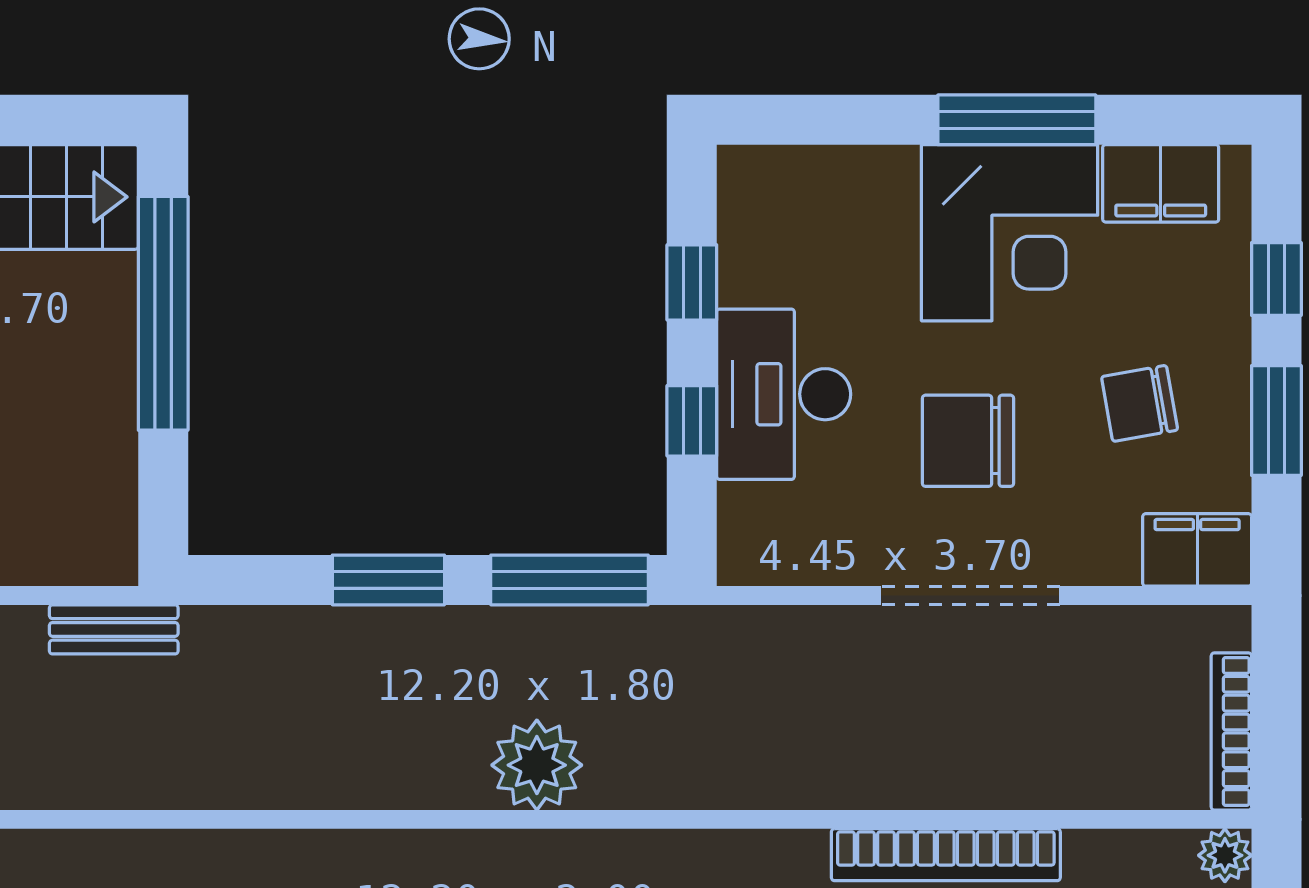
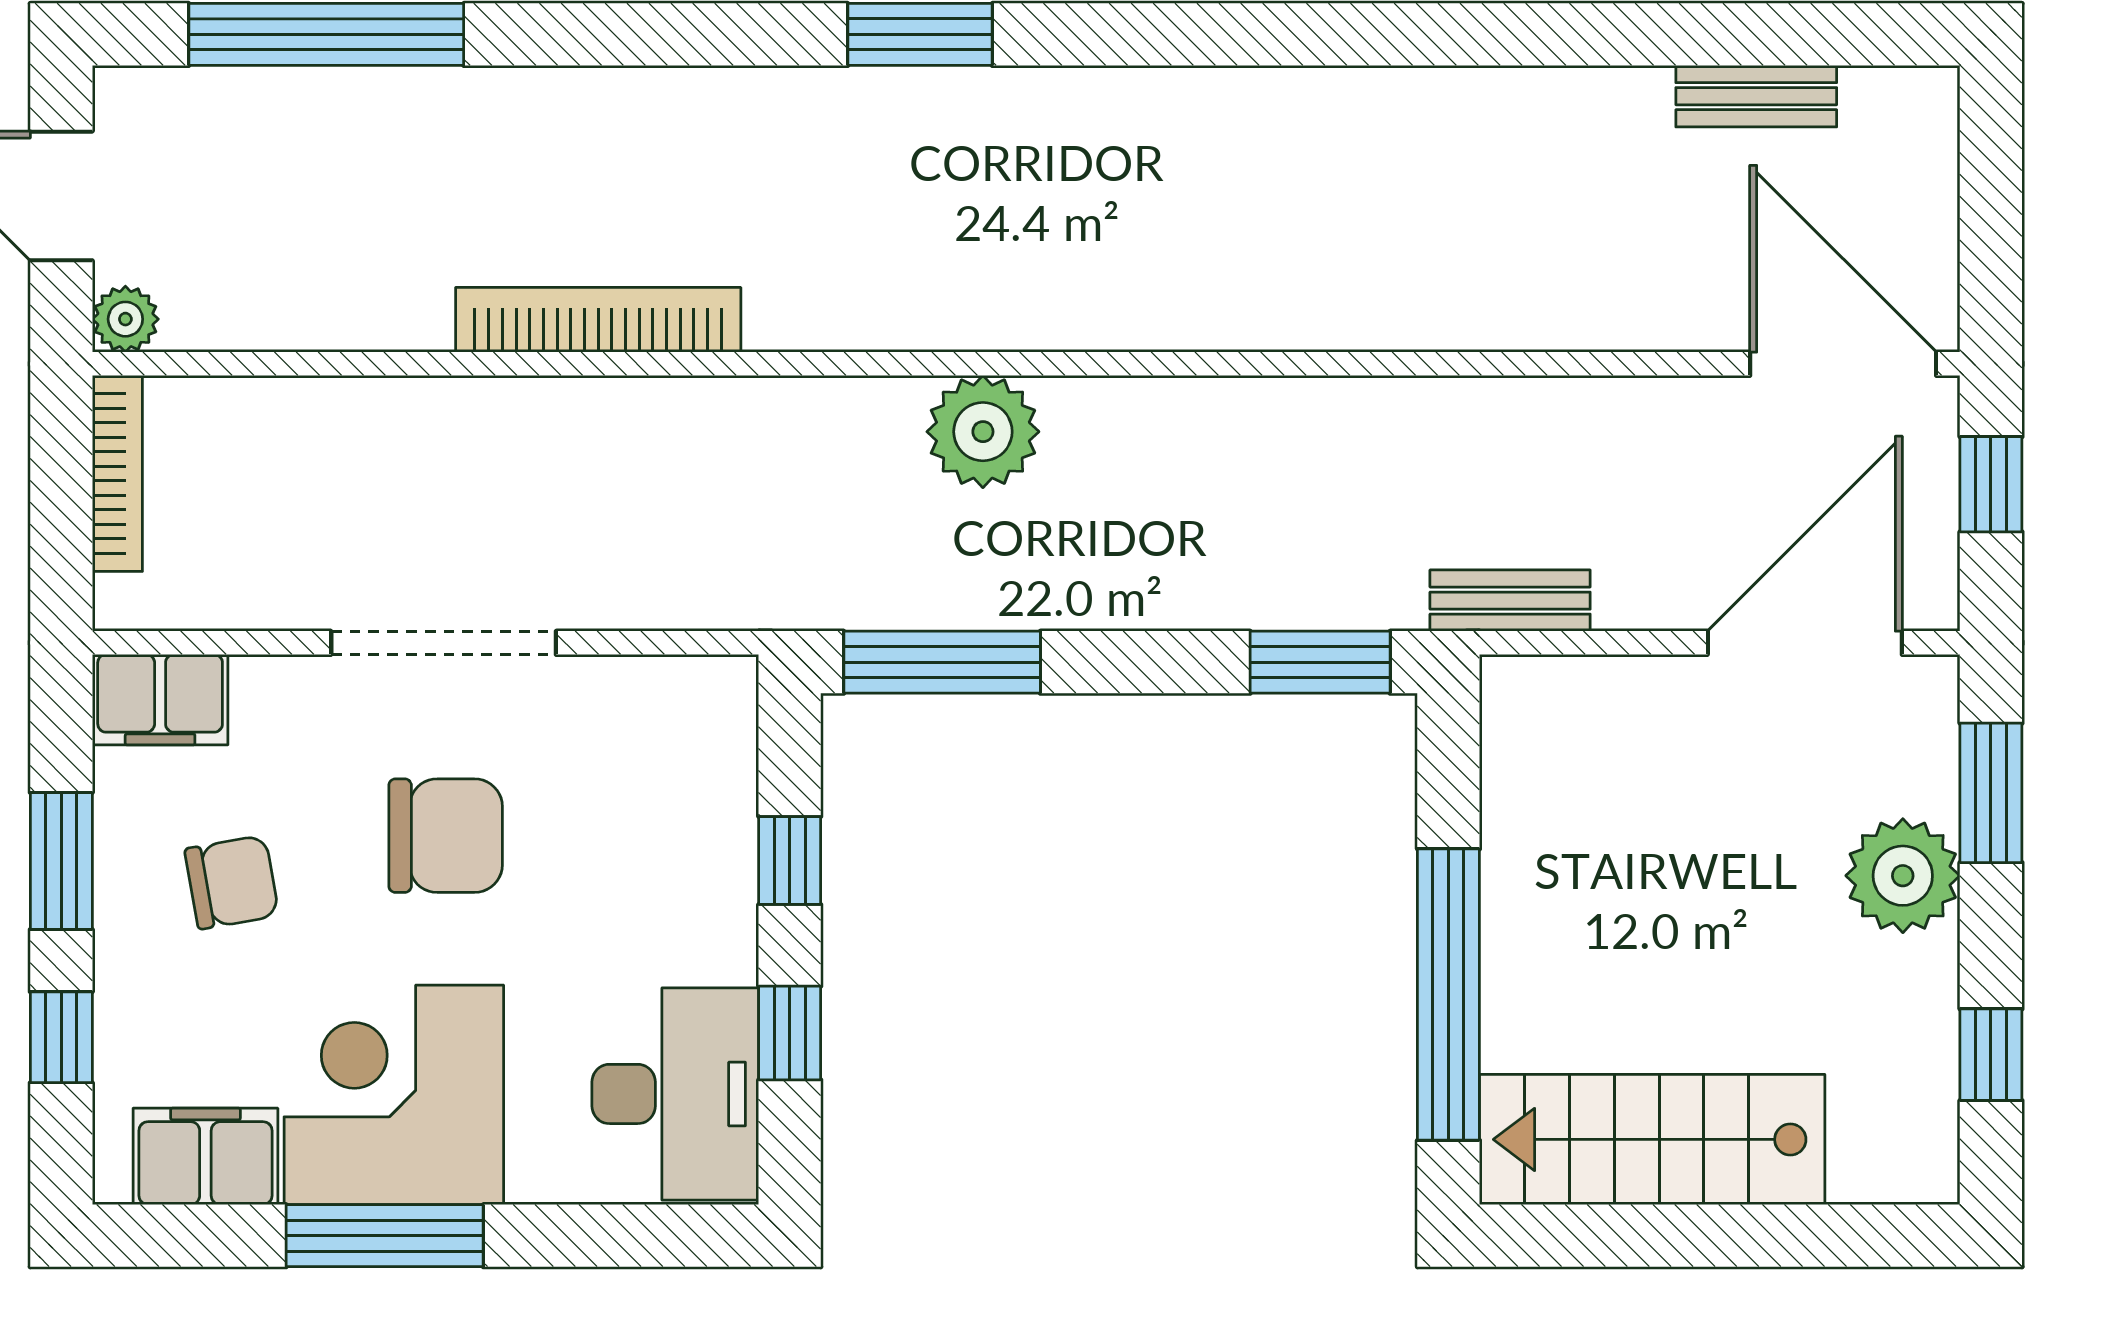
desk: (784, 394) -> (675, 1094), moved
window: (388, 580) -> (1320, 662), moved
bookcase: (946, 855) -> (598, 320), moved

